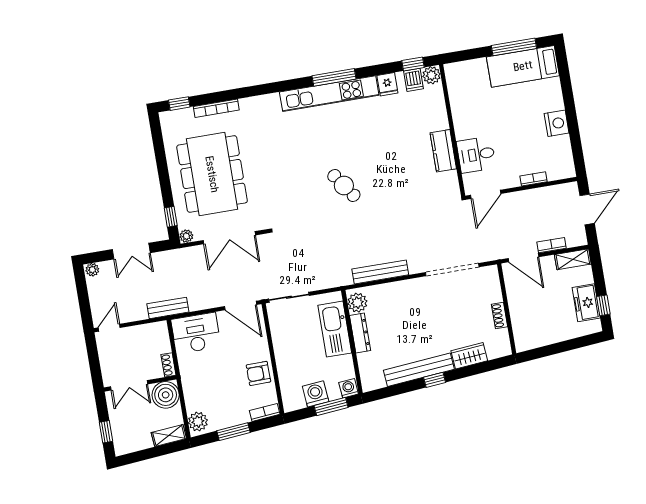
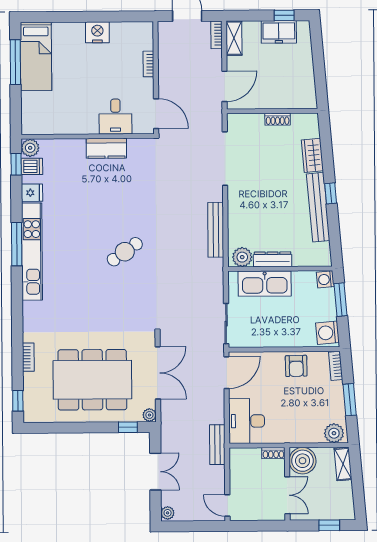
bookcase: (216, 108) -> (28, 357), width x0.64
bookcase: (552, 245) -> (216, 35), moved
washing machine: (316, 394) -> (327, 333), moved

